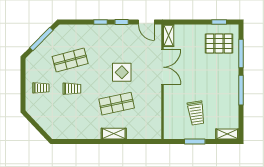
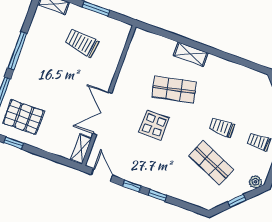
window: (41, 39) -> (237, 201), width x0.46
plant: (33, 58) -> (255, 182), added
shop shelf: (70, 60) -> (211, 163), turned 39
trolley: (196, 113) -> (82, 43), turned -73

